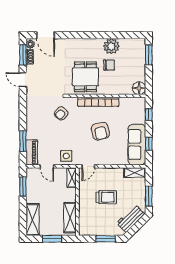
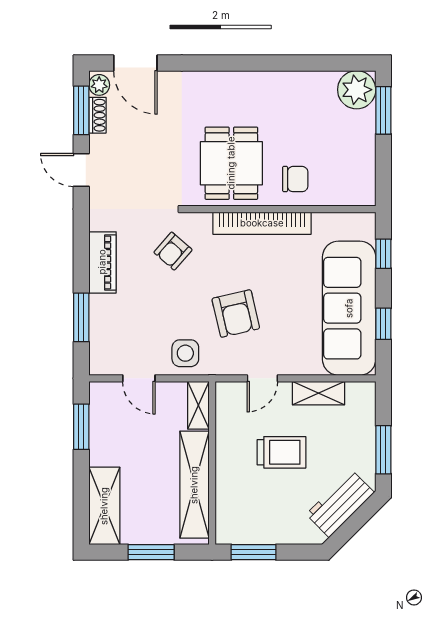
plant: (111, 46) -> (357, 90), moved
chair: (109, 65) -> (295, 179), moved
floor lamp: (139, 88) -> (360, 190), removed
armchair: (100, 131) -> (236, 314), moved
sofa: (137, 145) -> (349, 308), width x1.36, depth x1.27
piano: (32, 152) -> (102, 262), moved
door: (88, 166) -> (262, 378), moved
shelving: (135, 173) -> (318, 393), moved
shelving: (70, 218) -> (194, 485), width x1.47
window: (106, 239) -> (254, 552), moved

